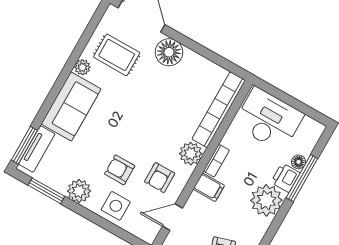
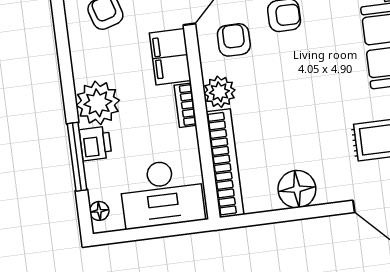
floor lamp: (169, 52) -> (297, 189), moved
floor lamp: (299, 162) -> (99, 211), moved
filing cabinet: (209, 187) -> (170, 57), width x2.00

